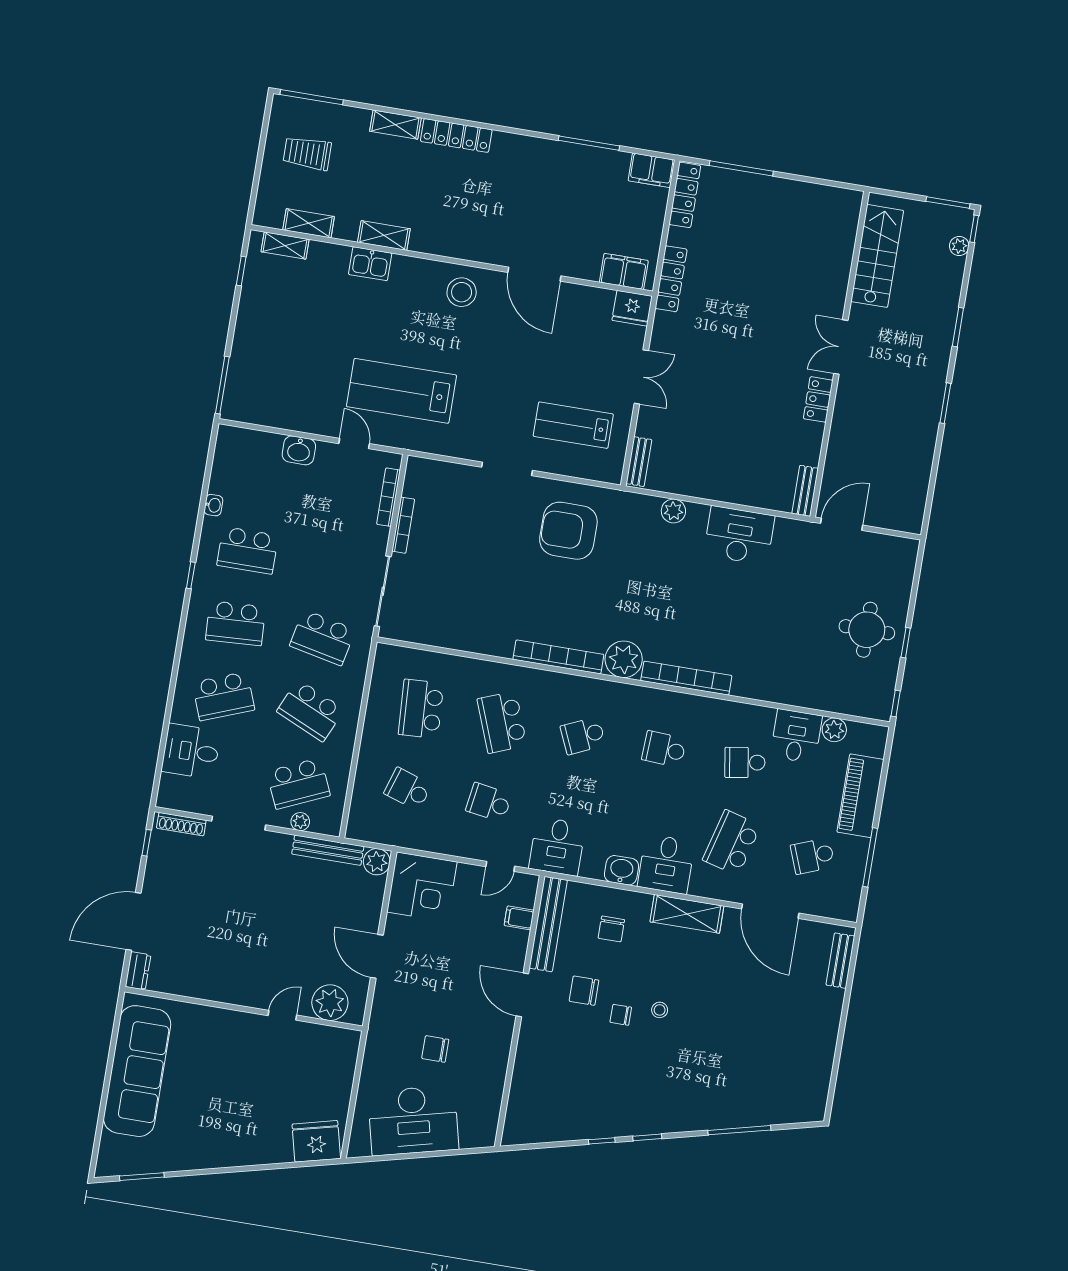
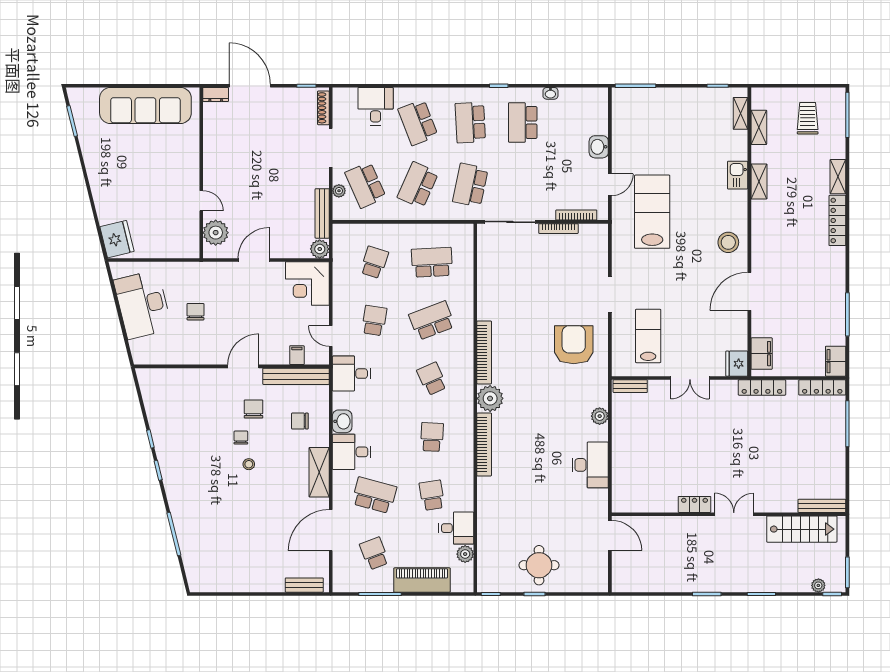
bench: (805, 491) -> (822, 506), moved, width x1.36

